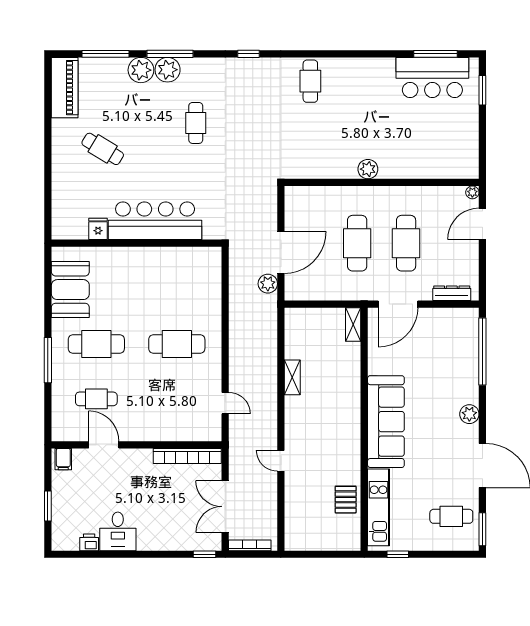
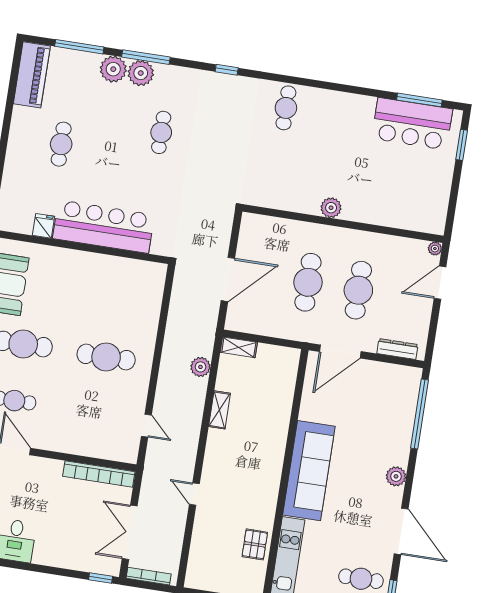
cafe table: (103, 149) -> (61, 144), turned 59
plant: (268, 284) -> (200, 367), moved
shelving: (353, 324) -> (239, 347), moved, turned 90

